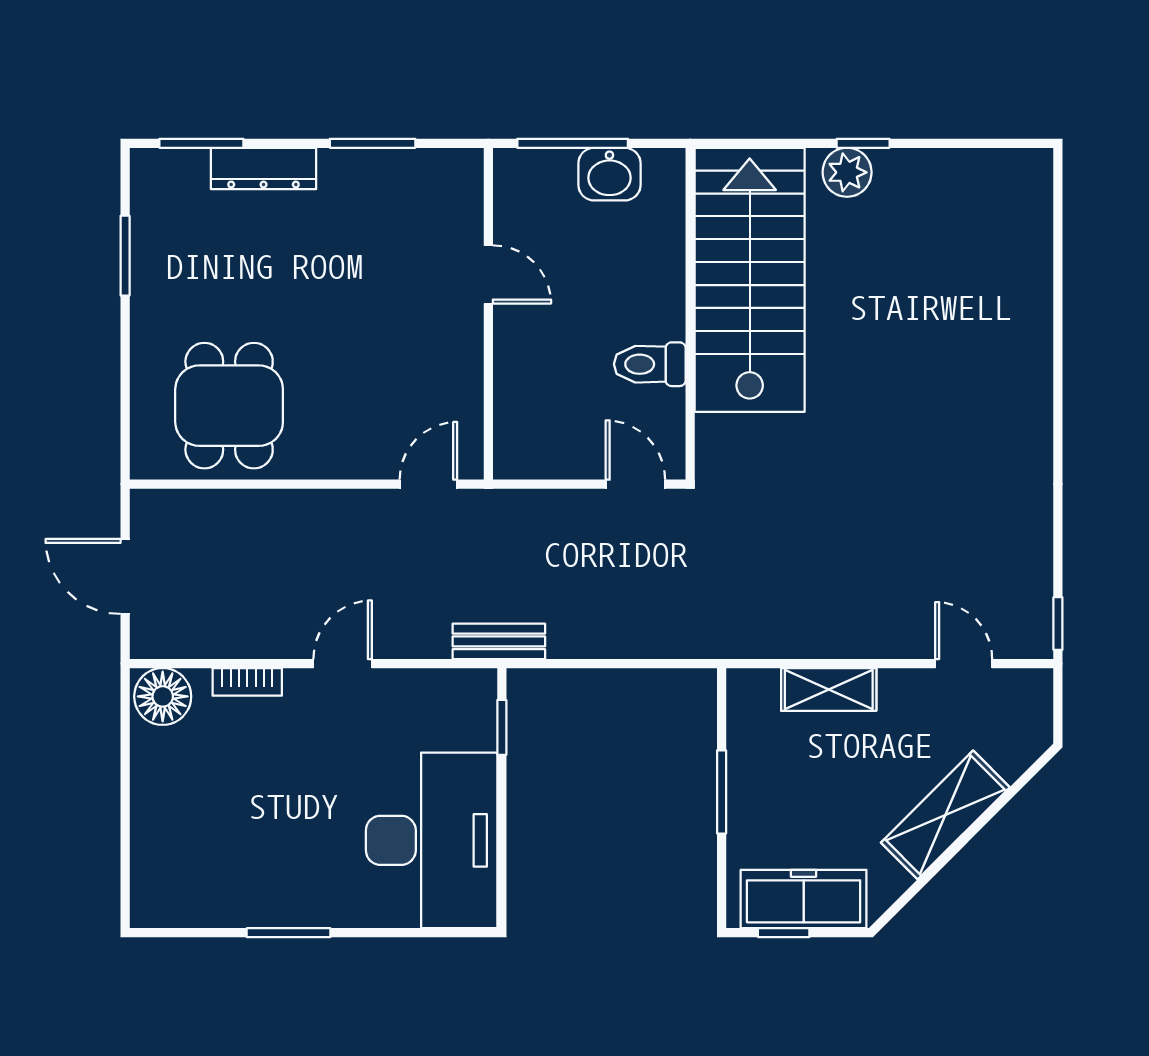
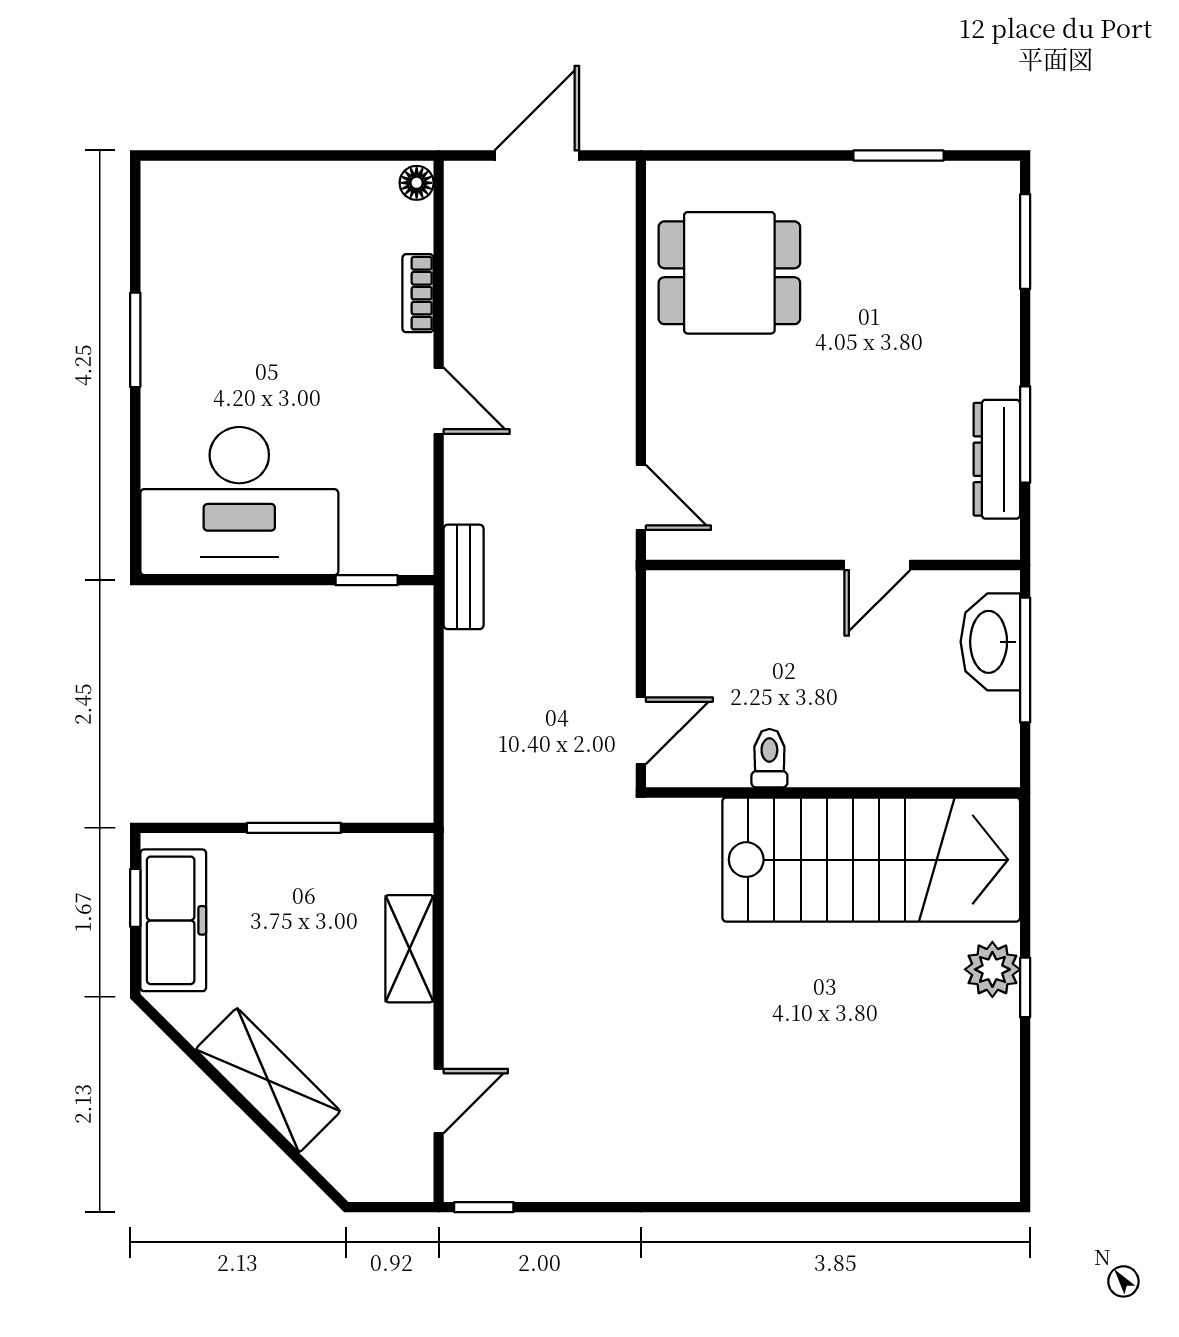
dresser: (264, 168) -> (997, 459), moved
washbasin: (609, 174) -> (990, 642), moved, width x1.38
toilet: (650, 364) -> (769, 758), width x0.73, depth x0.72
floor lamp: (163, 696) -> (417, 183), width x0.53, depth x0.53

